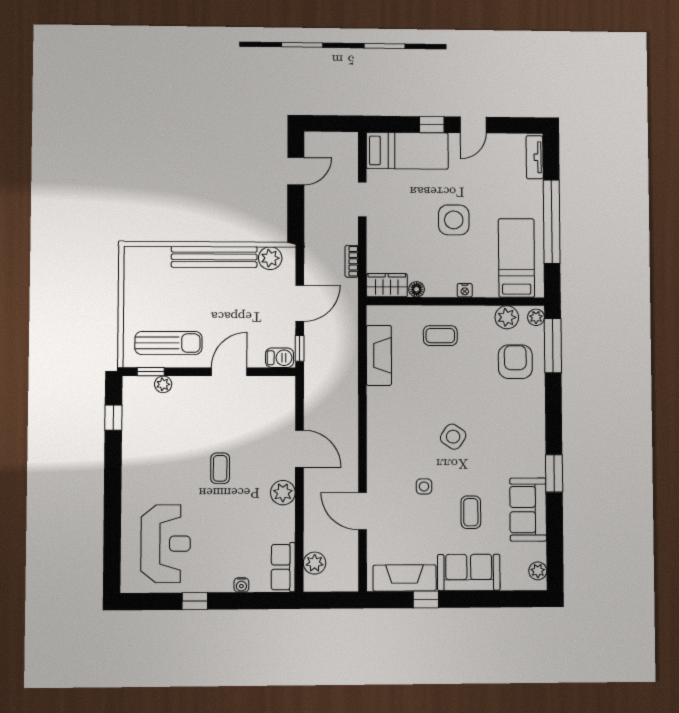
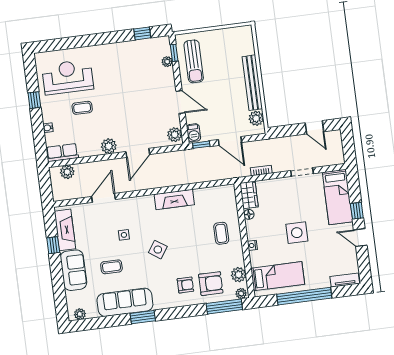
fireplace: (379, 355) -> (174, 199), moved
plant: (279, 387) -> (175, 135), added
armchair: (513, 401) -> (185, 285), added
coffee table: (220, 468) -> (82, 108), moved
sofa: (528, 510) -> (125, 302), width x1.36
reception desk: (166, 544) -> (68, 77), turned 180

